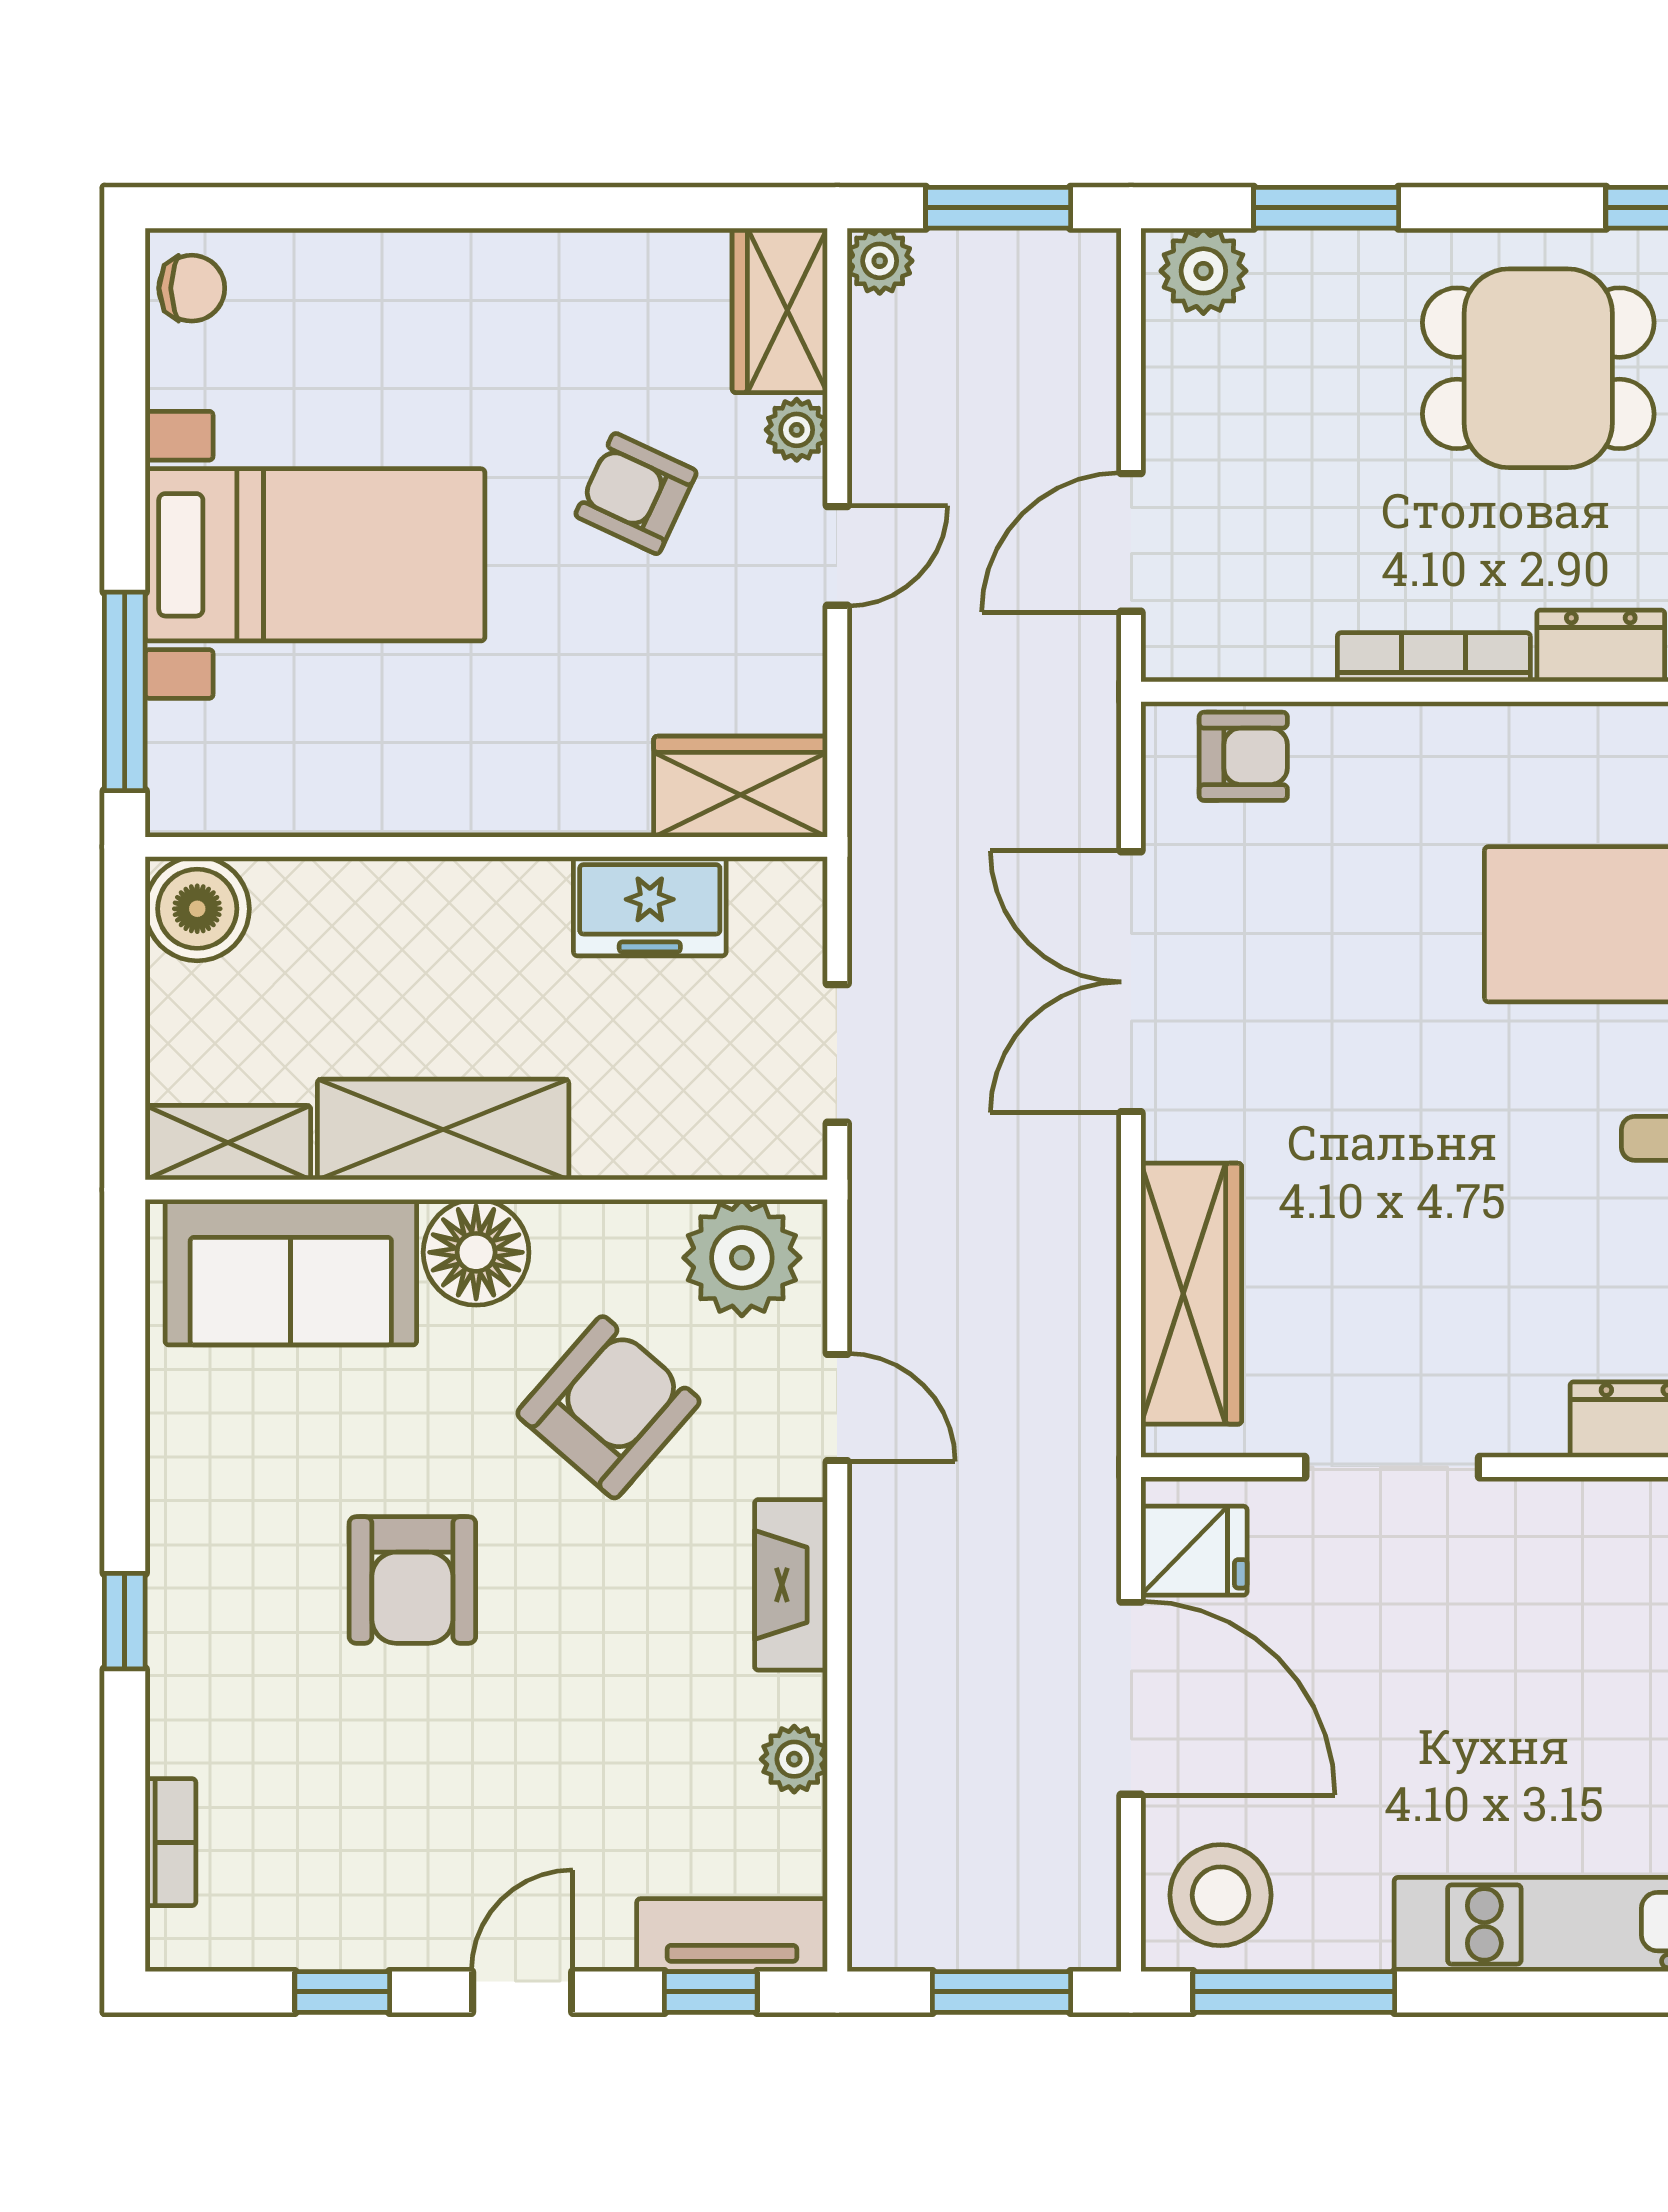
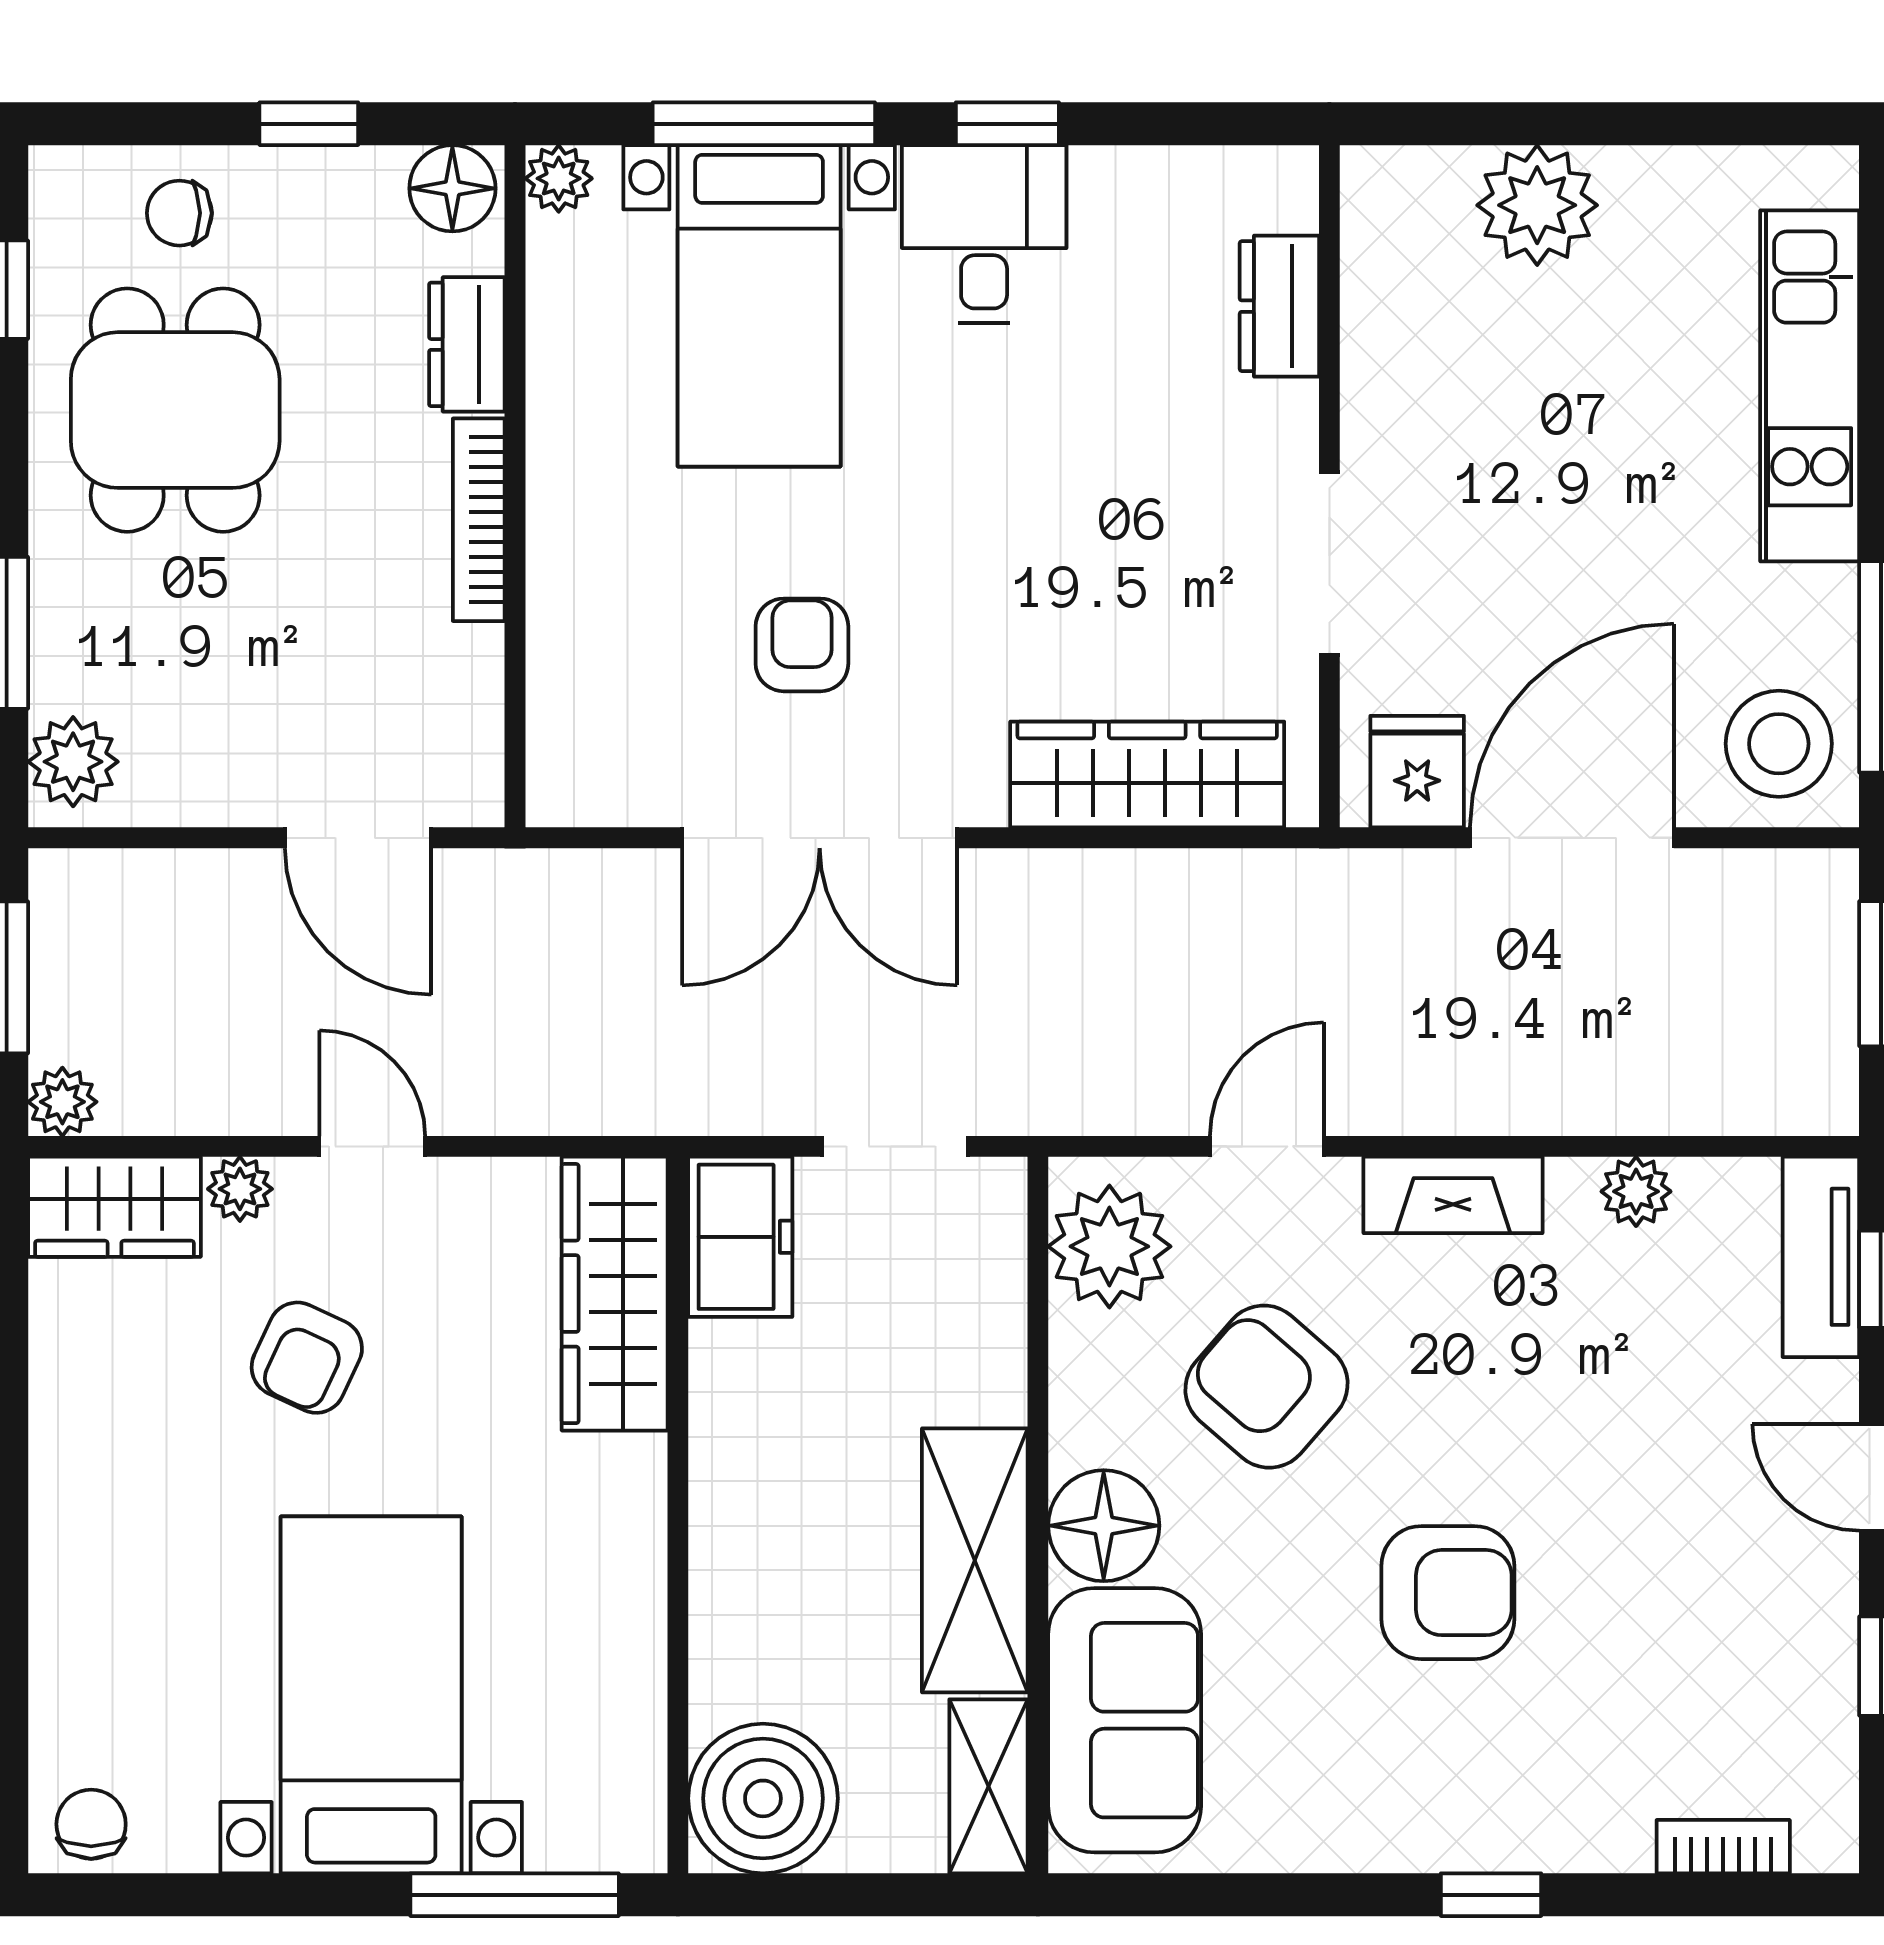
armchair: (1243, 756) -> (802, 645), moved
wardrobe: (740, 787) -> (615, 1294), width x1.50
freezer: (650, 906) -> (740, 1237), moved
boiler: (197, 909) -> (763, 1798), width x1.37, depth x1.37

